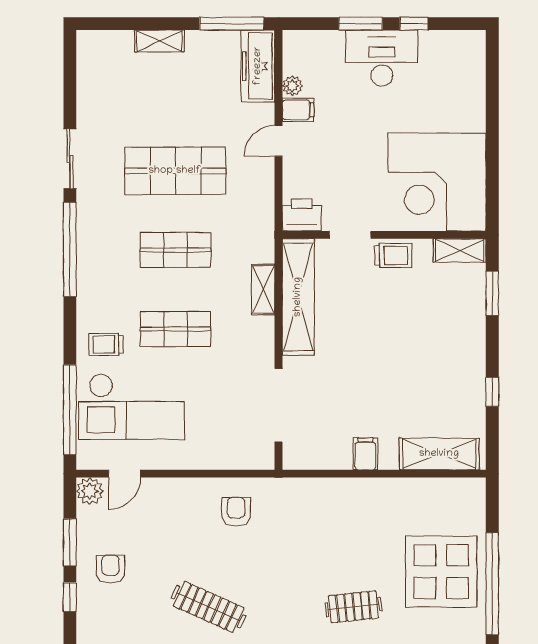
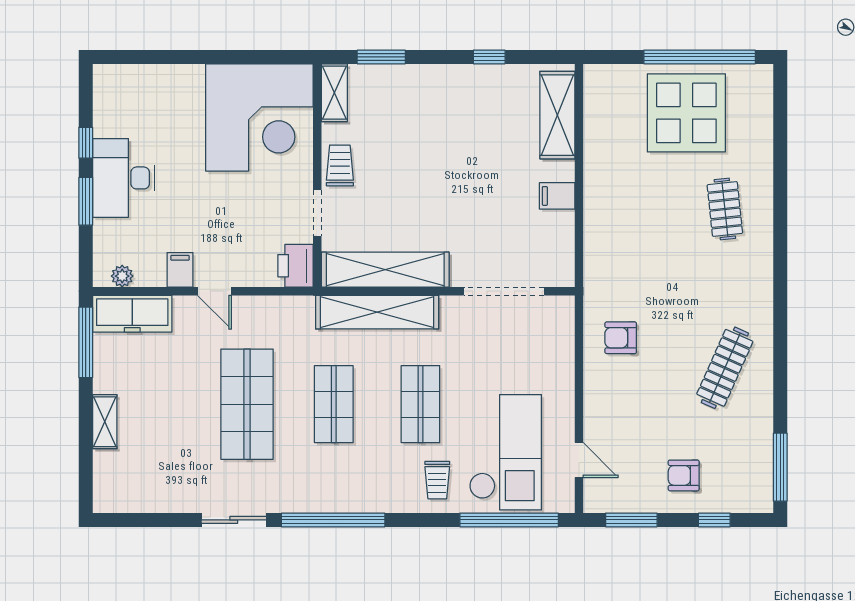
plant: (292, 86) -> (122, 276), moved
shelving: (263, 289) -> (377, 312), width x2.20, depth x1.33
plant: (90, 491) -> (598, 498), removed
window: (70, 542) -> (631, 520), moved

